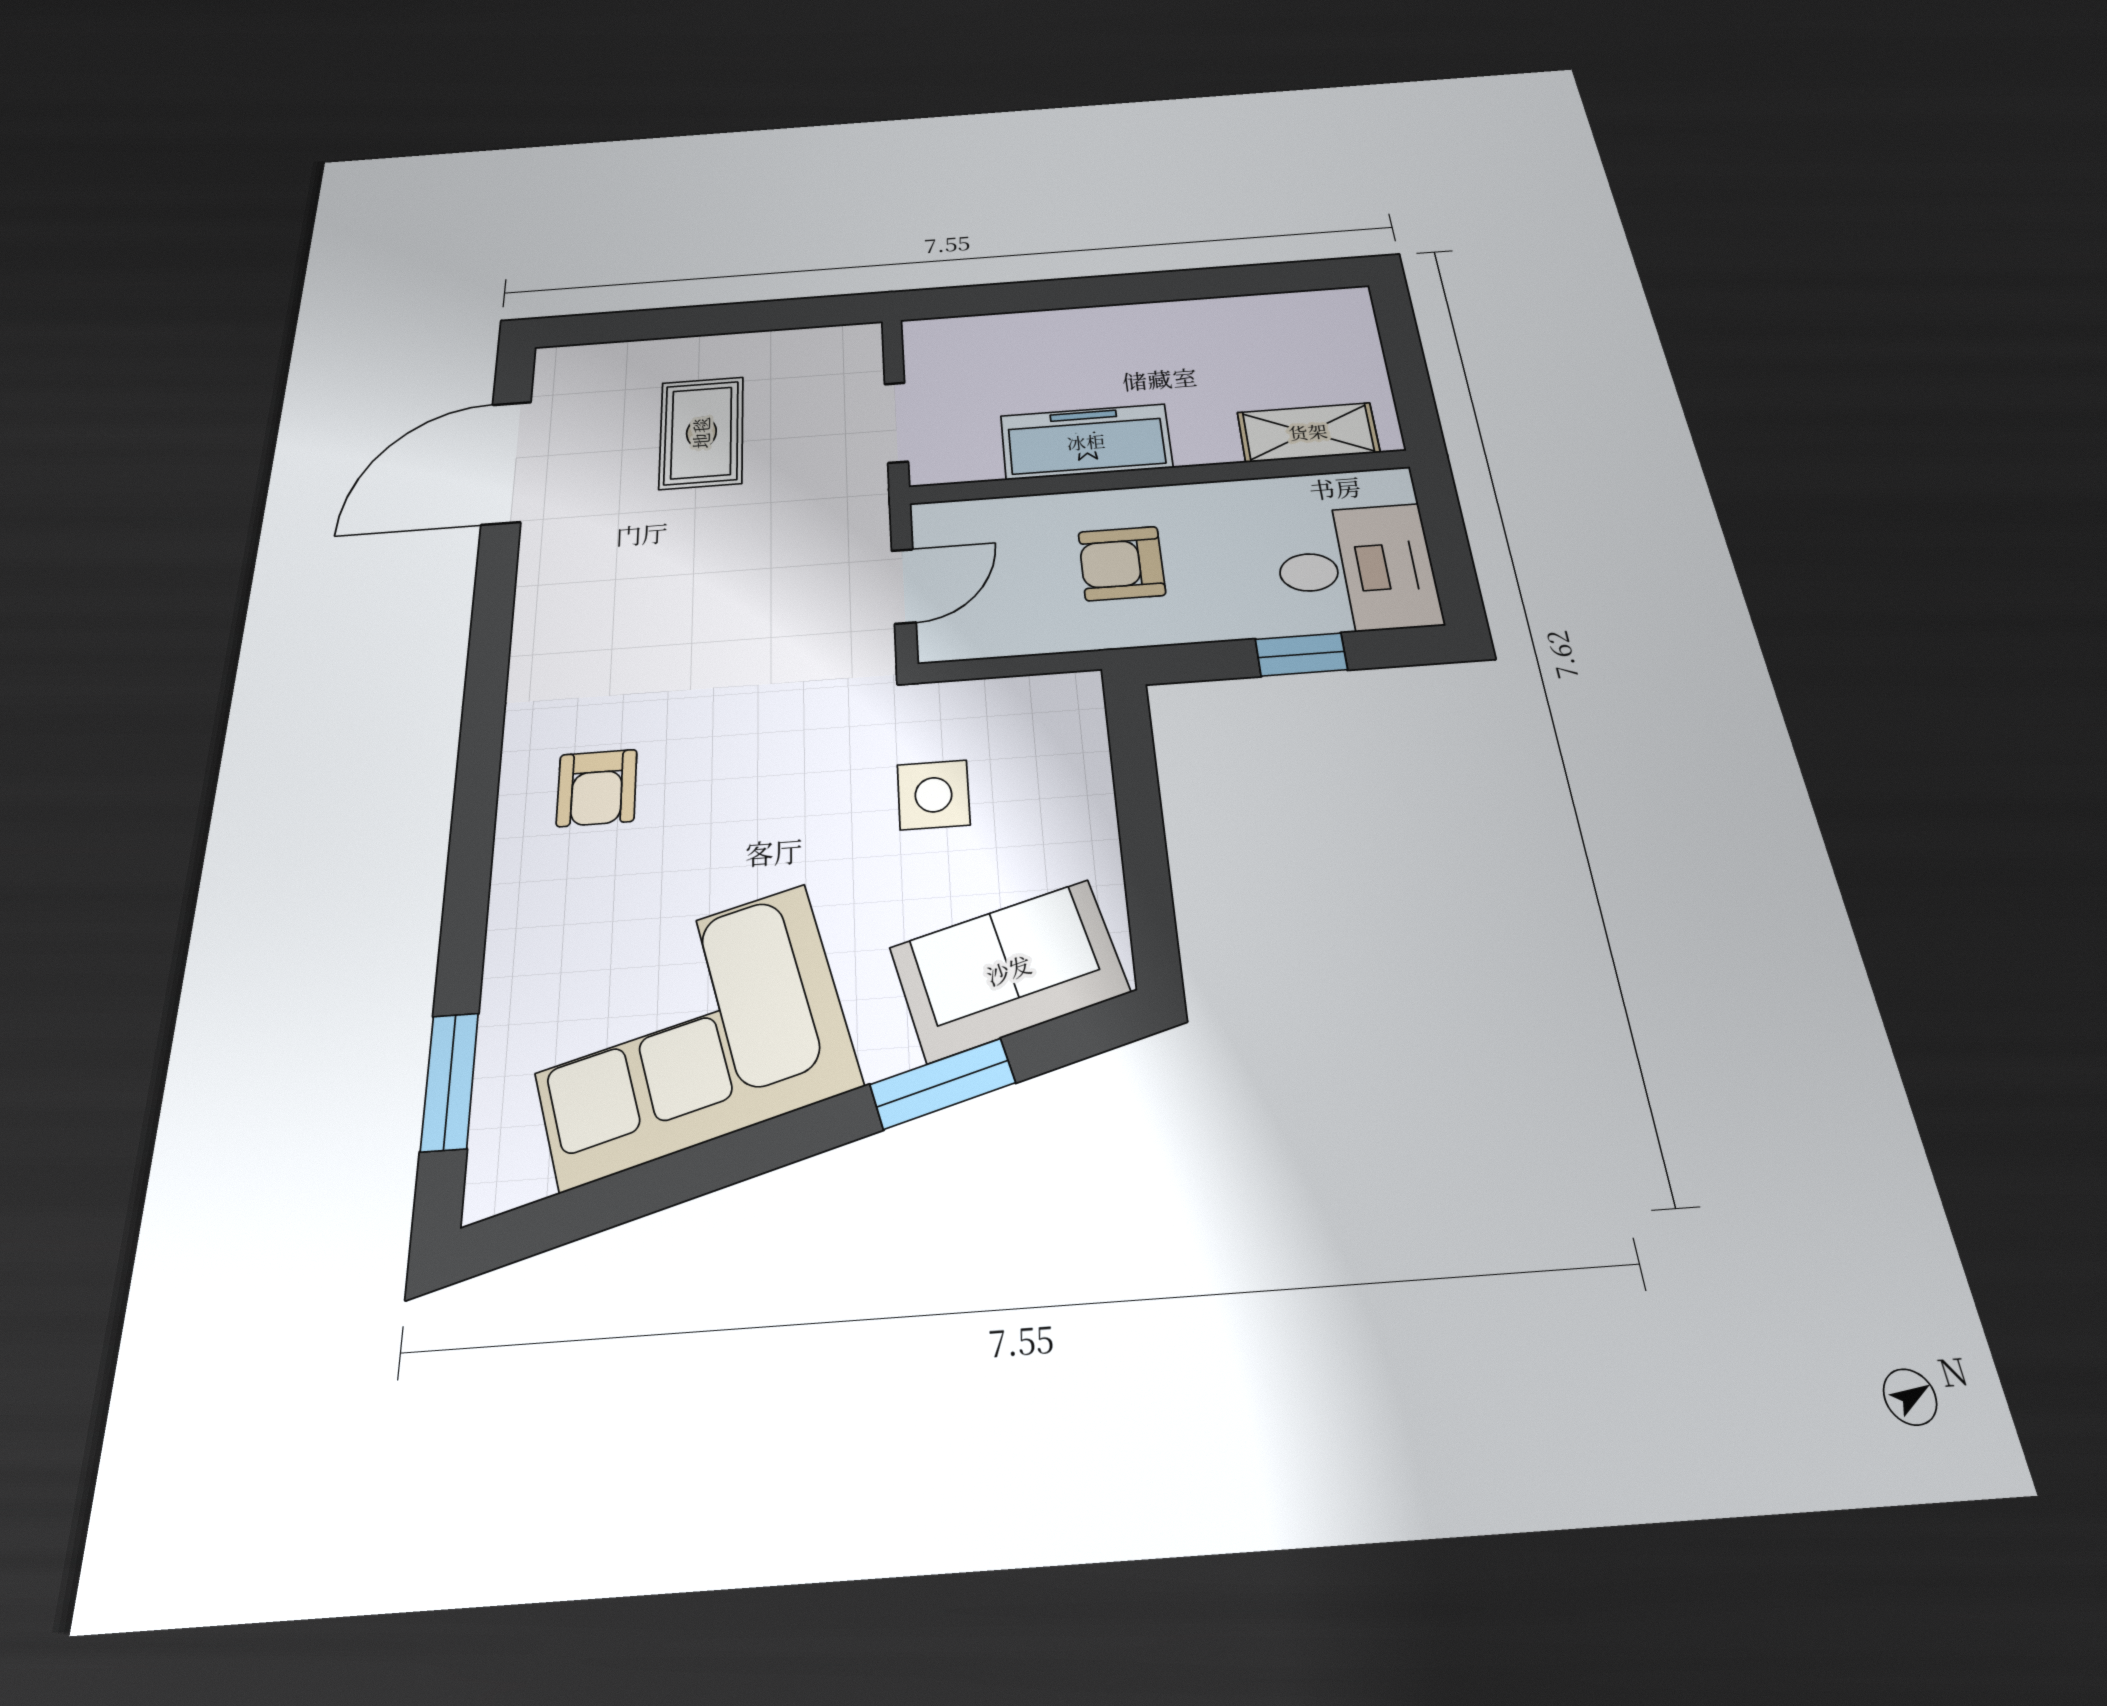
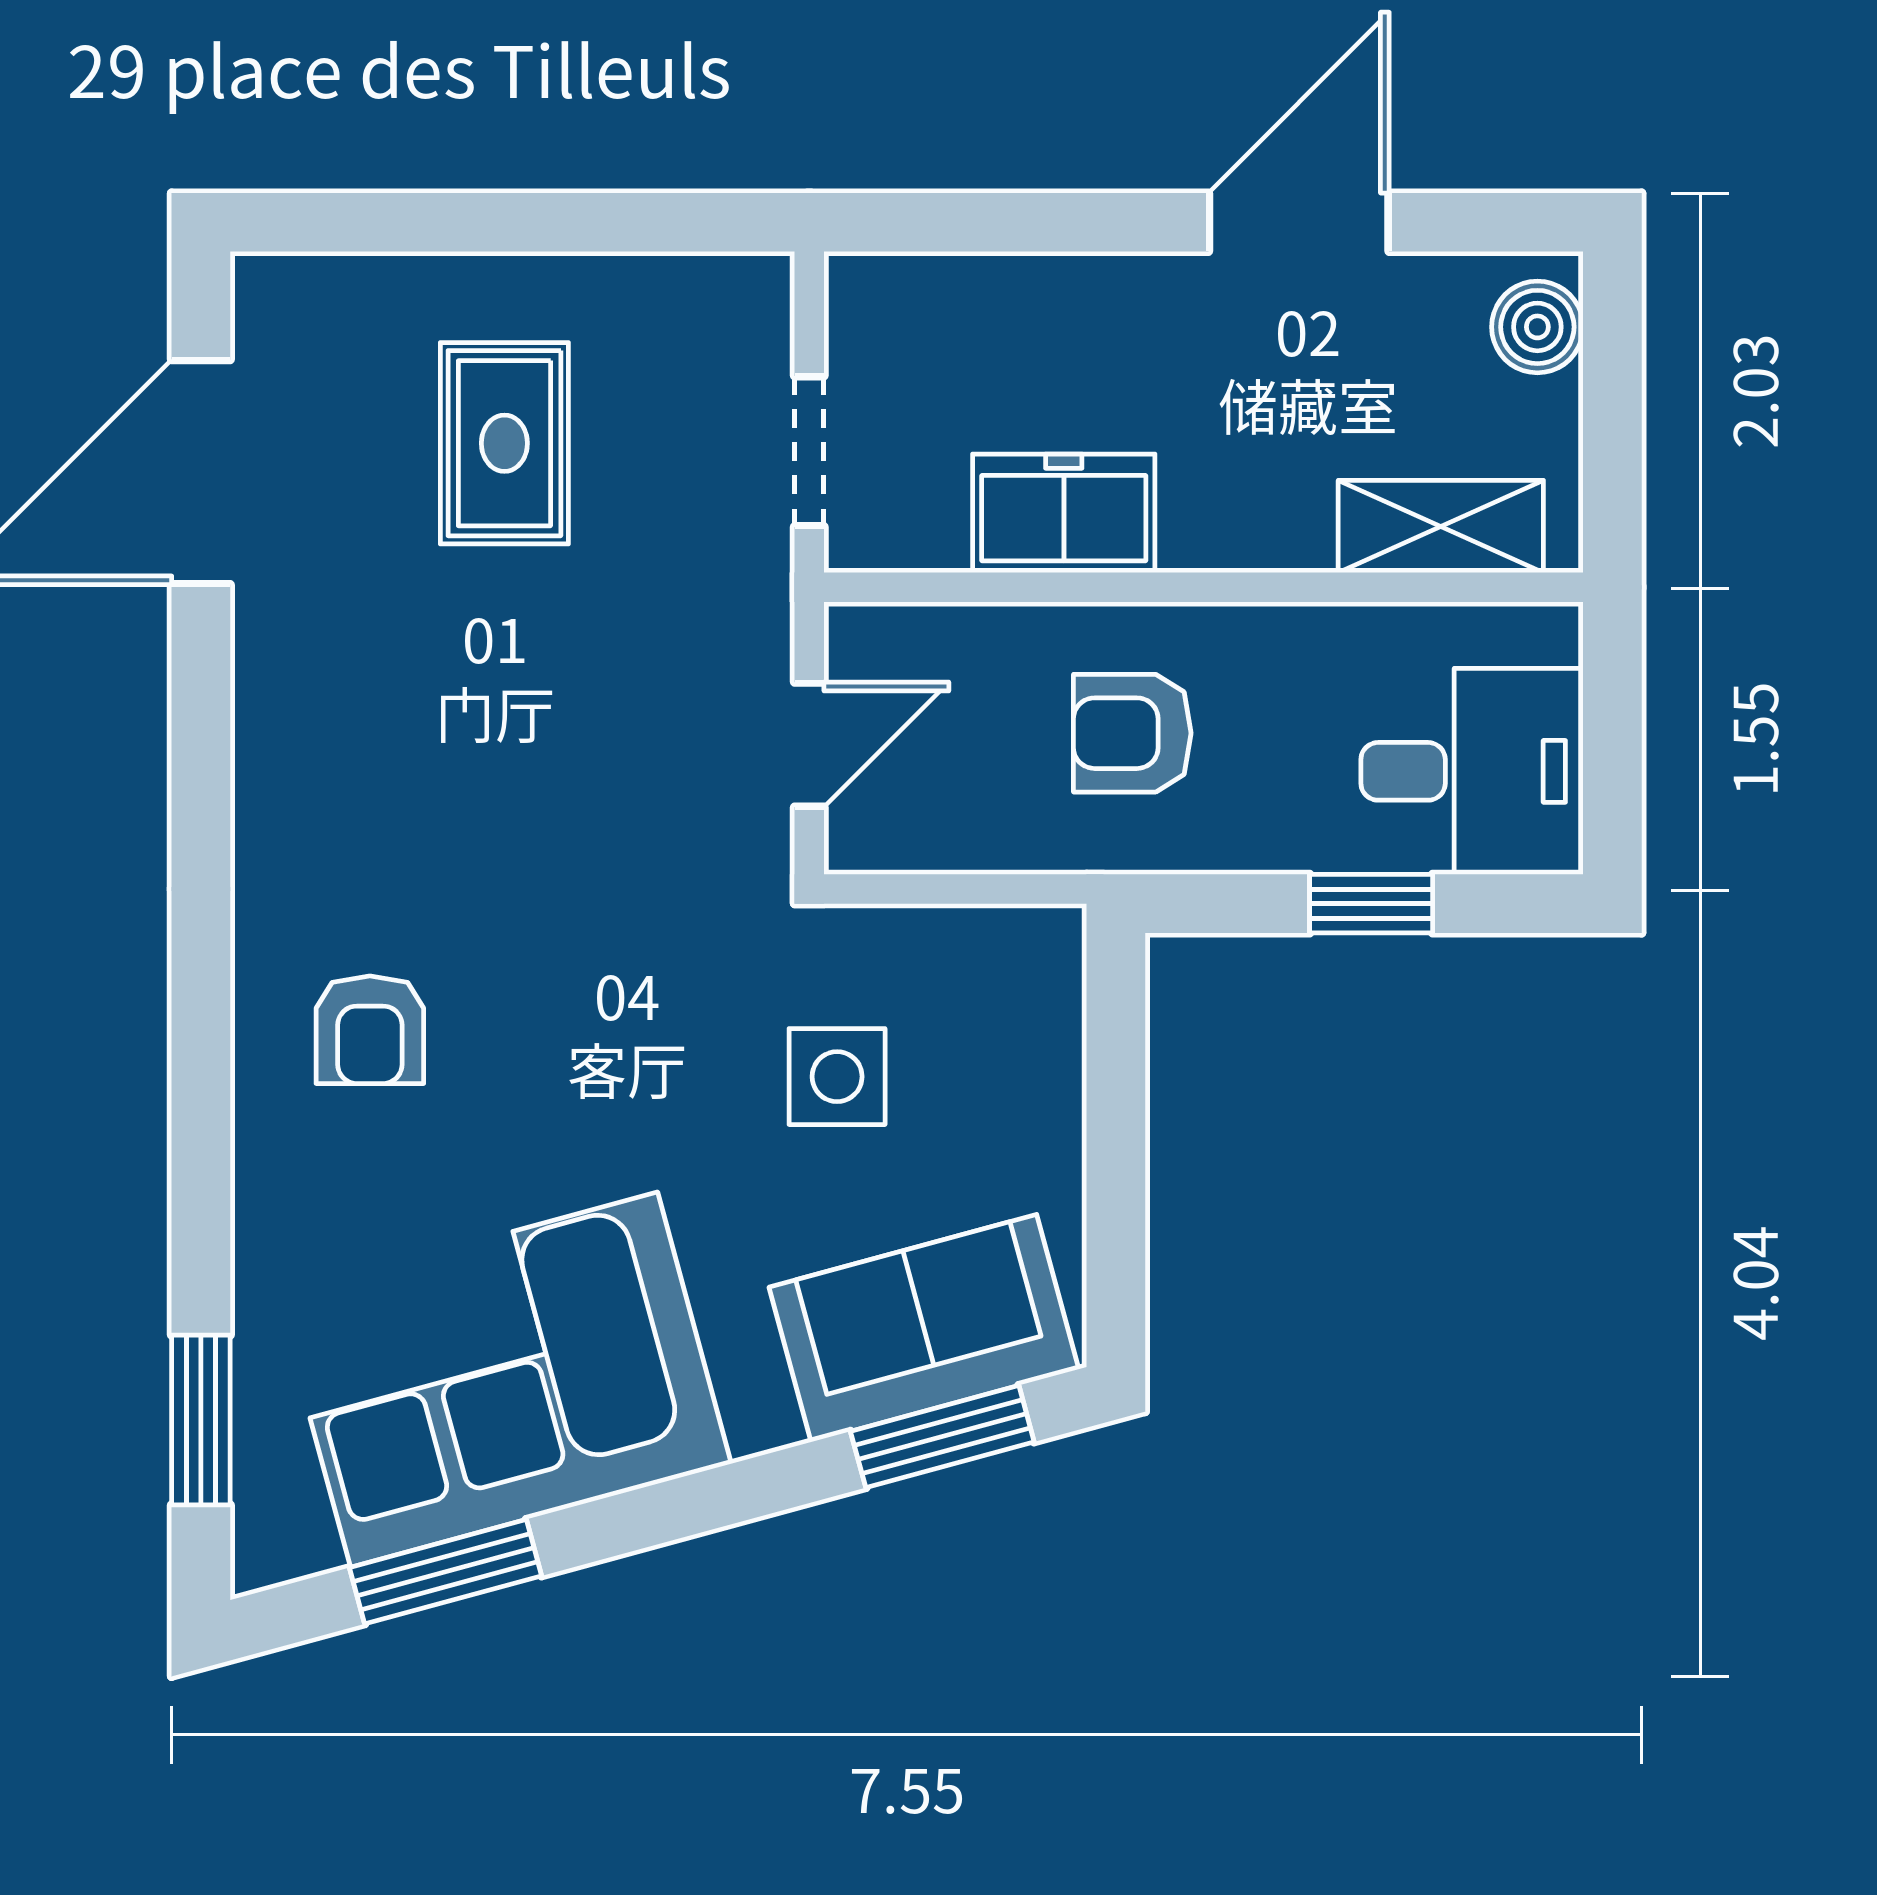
door: (1191, 284) -> (1299, 222), added
boiler: (1349, 325) -> (1537, 327), added
freezer: (1086, 442) -> (1064, 513), width x0.71
window: (943, 1084) -> (942, 1437), moved
window: (636, 1192) -> (446, 1572), added

